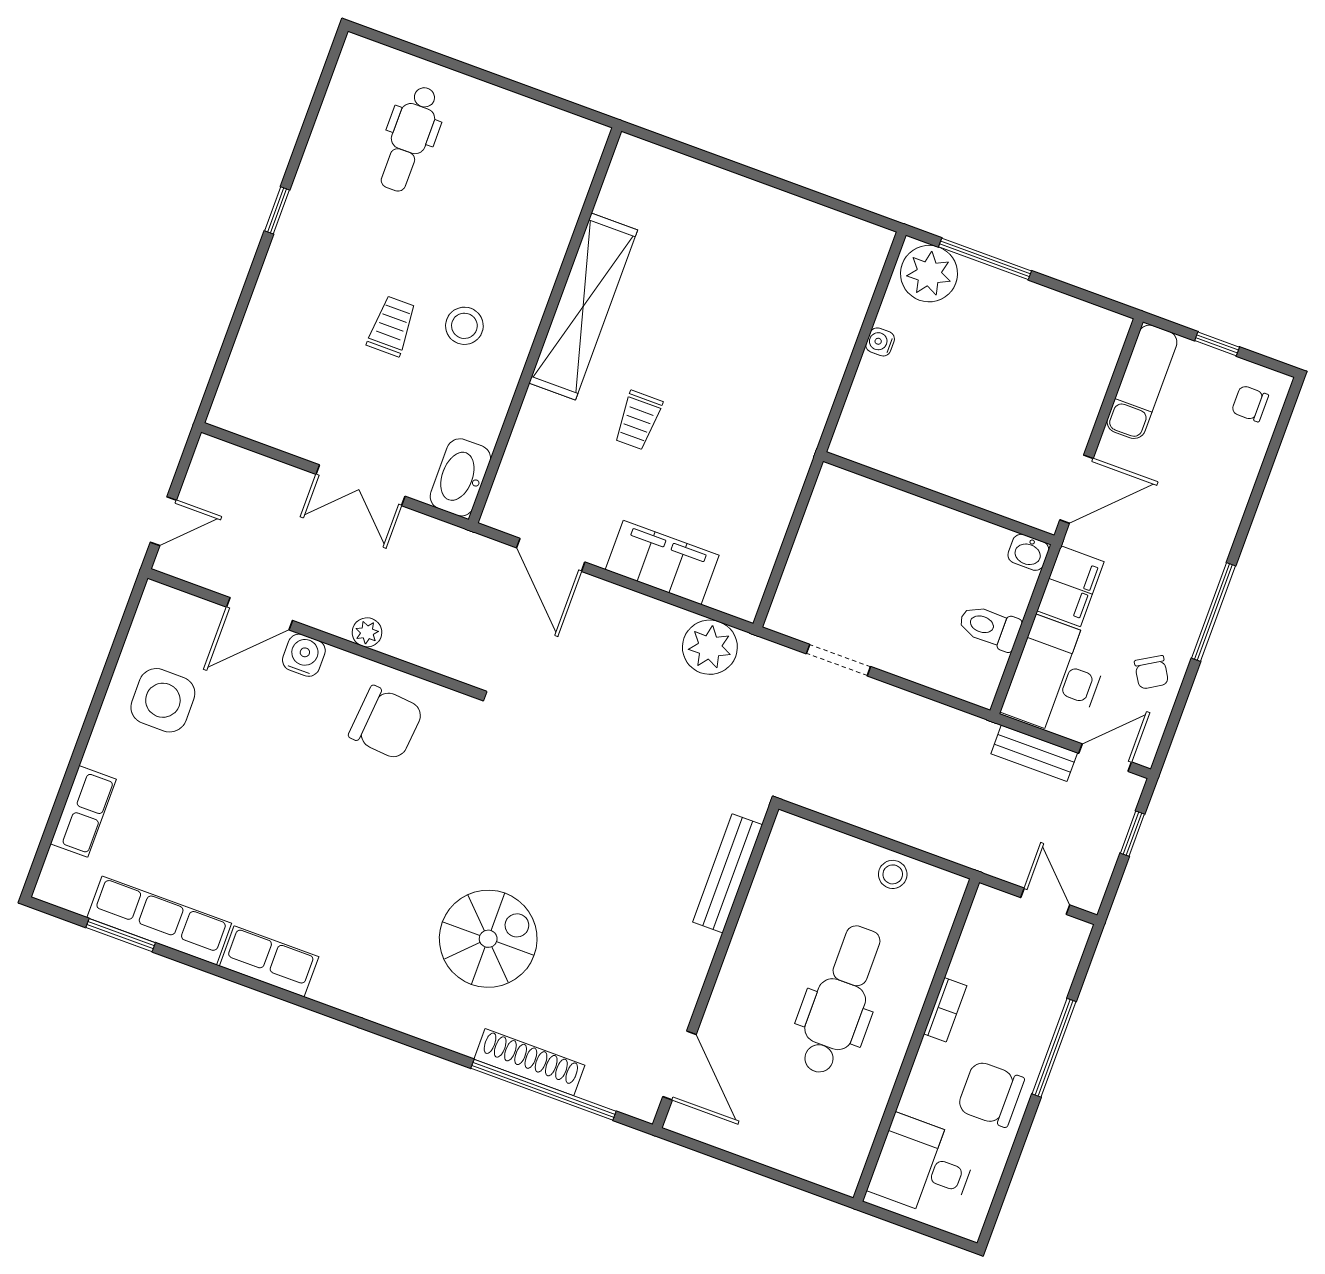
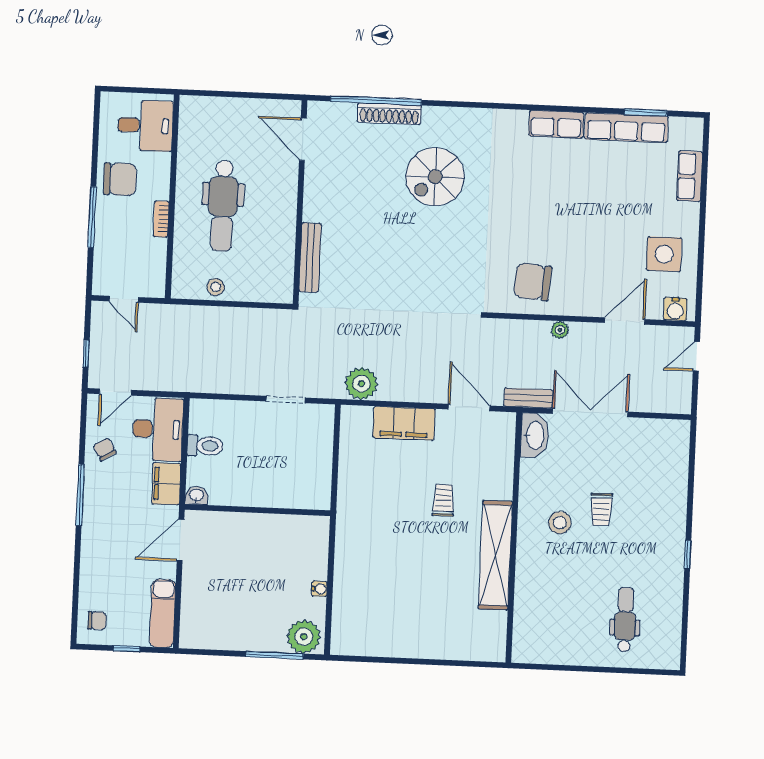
double door: (361, 485) -> (590, 413), width x1.37
water cooler: (304, 655) -> (675, 309), moved
bench: (1034, 753) -> (528, 398), moved

